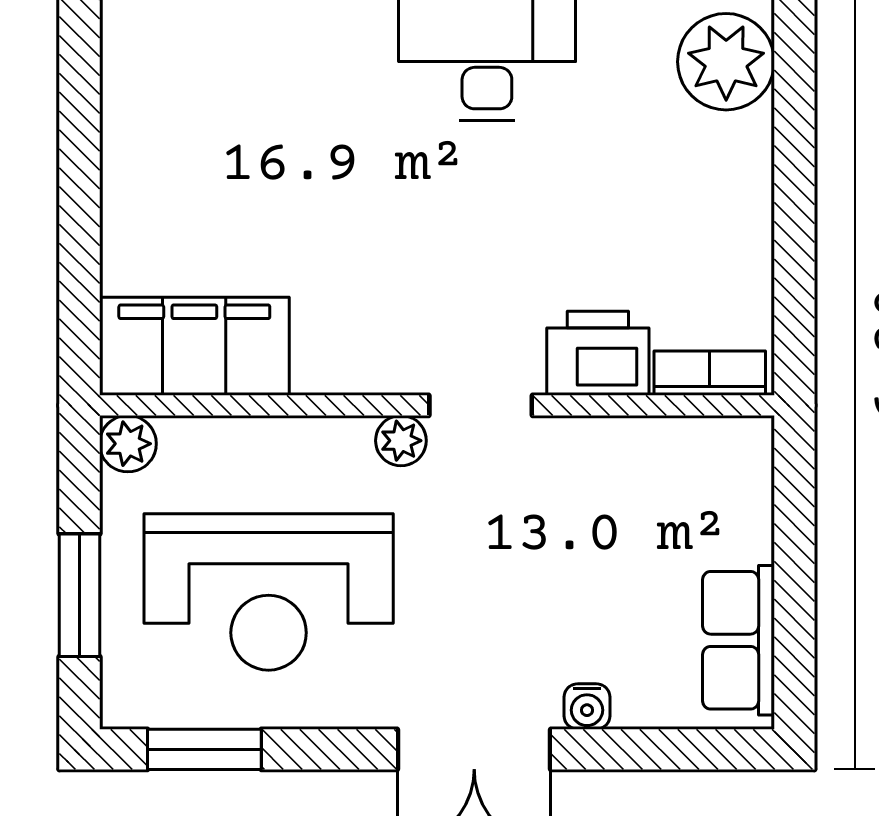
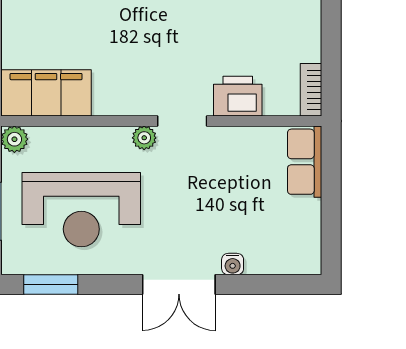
bookcase: (710, 373) -> (311, 90), moved, turned -90
row of seats: (738, 640) -> (305, 162), moved

